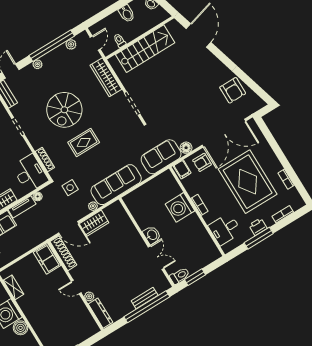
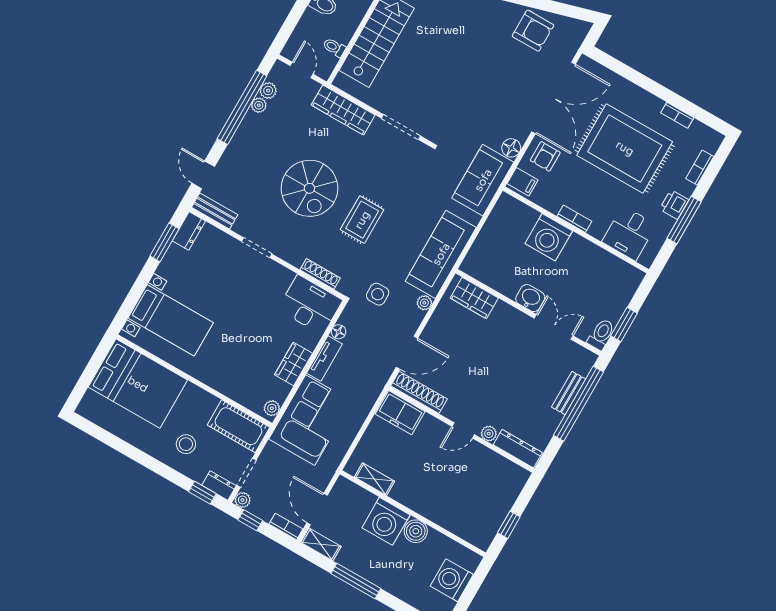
plant: (38, 64) -> (259, 105), moved
wardrobe: (94, 223) -> (474, 298), moved, turned 90

